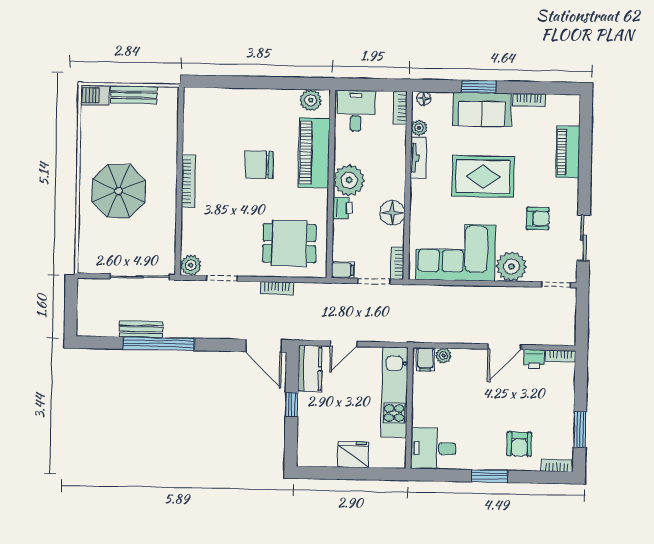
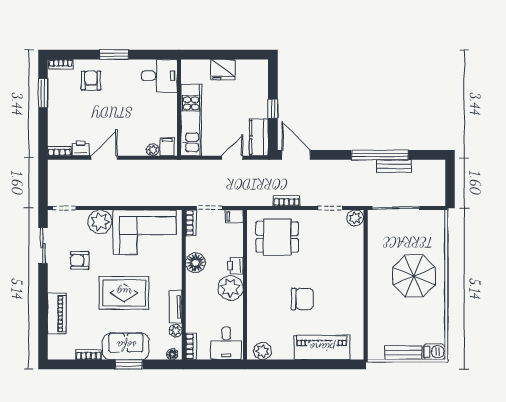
piano: (314, 153) -> (322, 348), moved, turned -90
bookcase: (188, 181) -> (358, 285), removed

